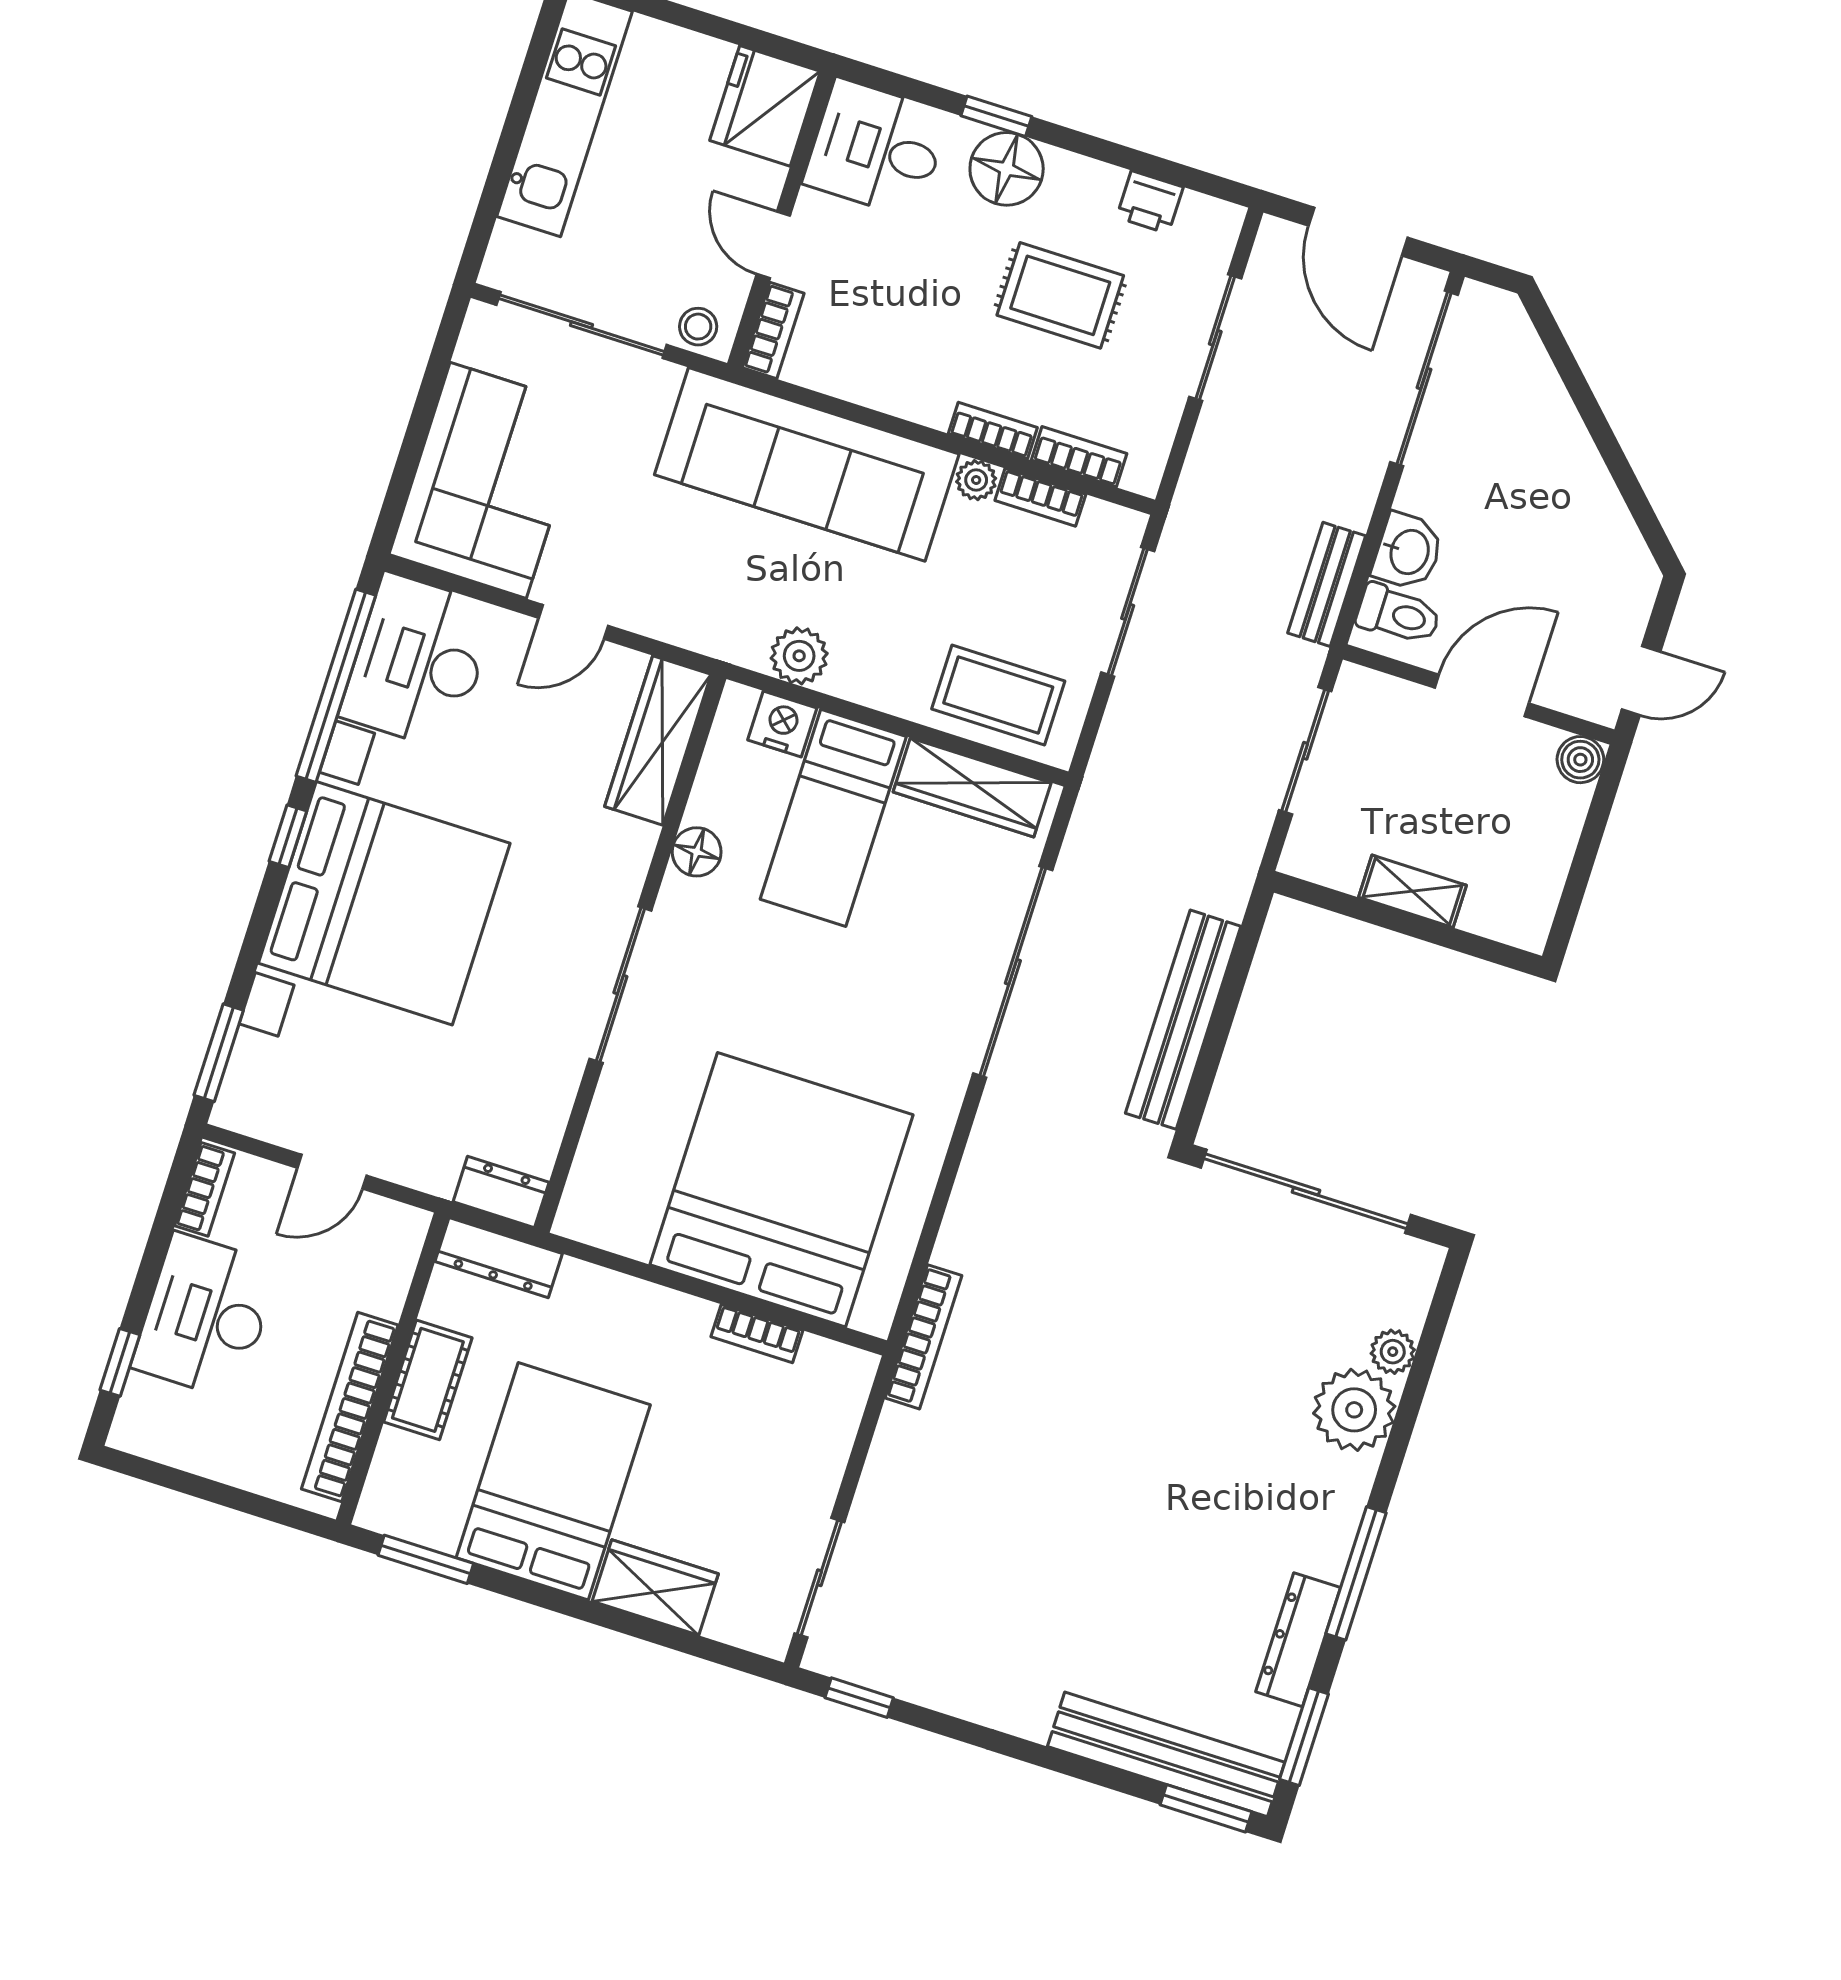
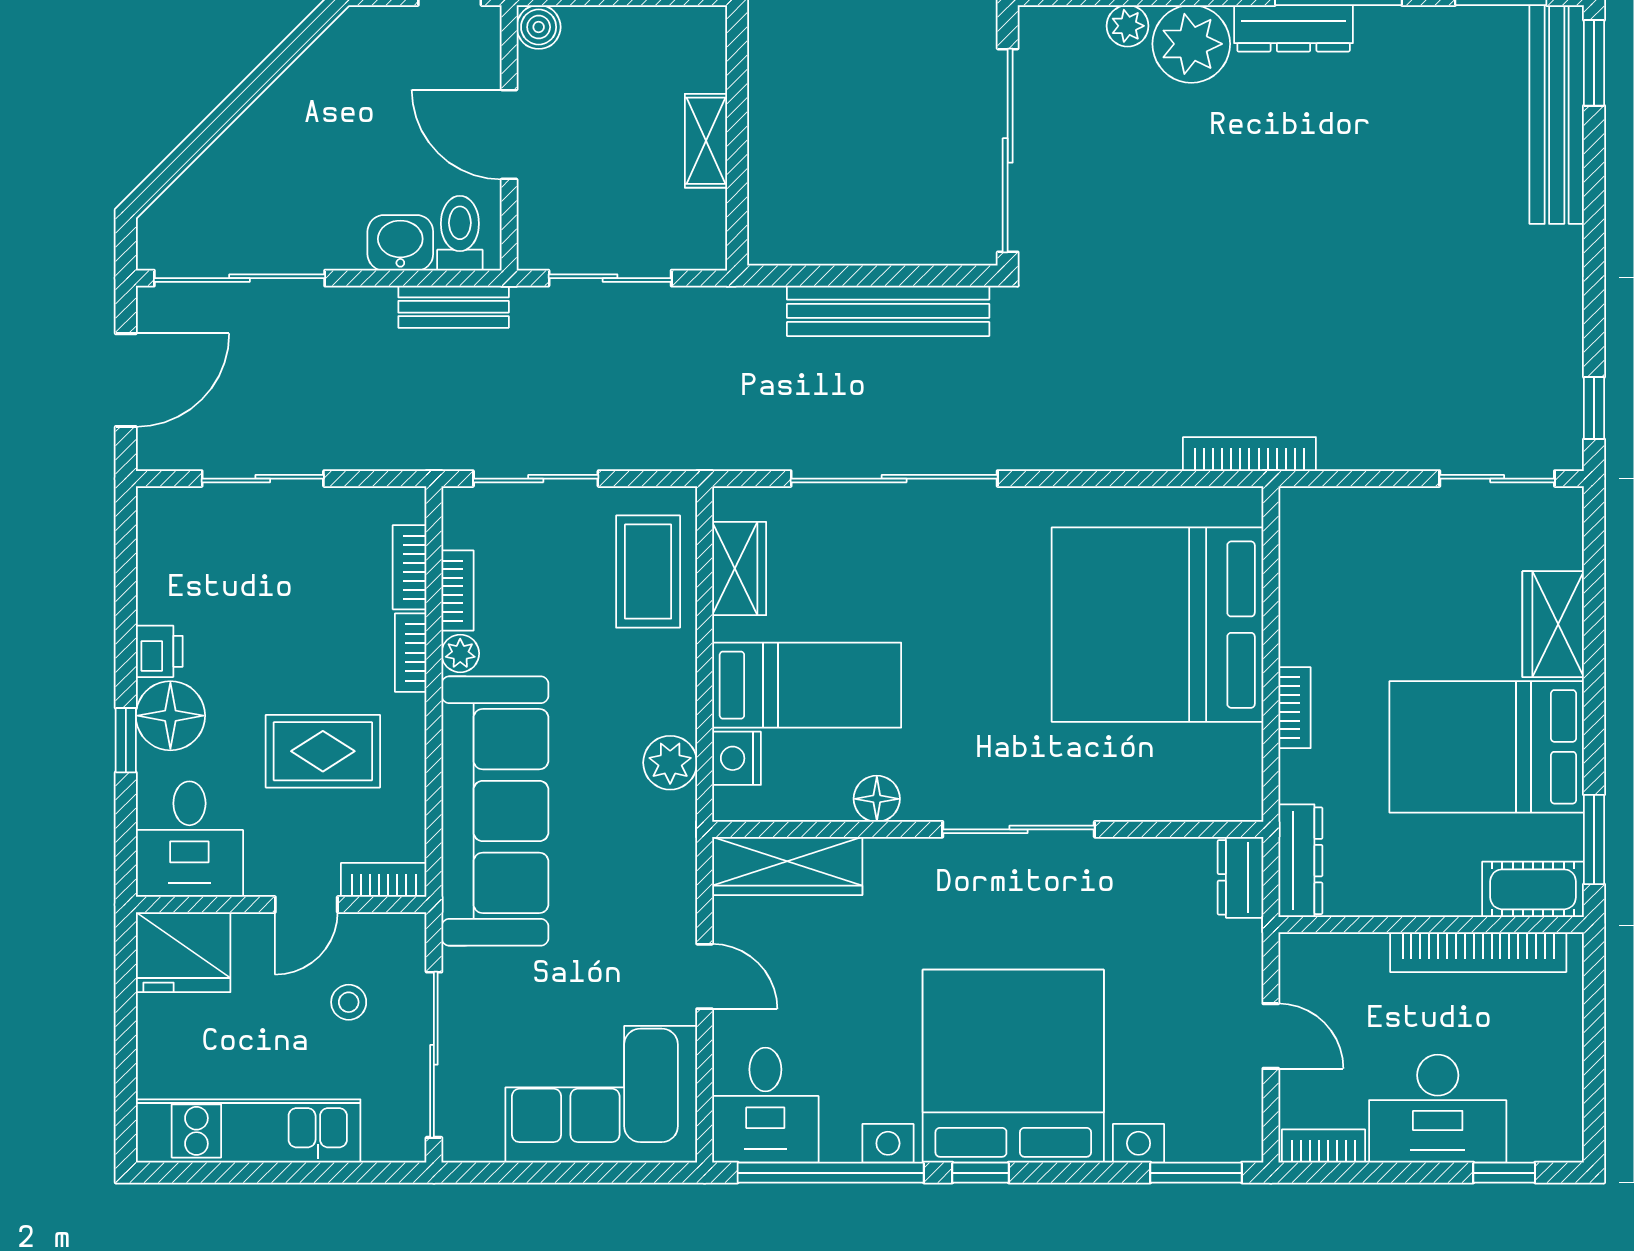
printer: (1150, 202) -> (159, 651), moved
rug: (1060, 295) -> (323, 751), moved, turned 90
stool: (698, 327) -> (349, 1002), moved
desk: (418, 662) -> (765, 1105), width x0.73
wardrobe: (972, 787) -> (739, 569), width x0.67
bookcase: (757, 1334) -> (1294, 708), moved
cot: (428, 1380) -> (1533, 889), moved
dresser: (1298, 1640) -> (1294, 28), moved

